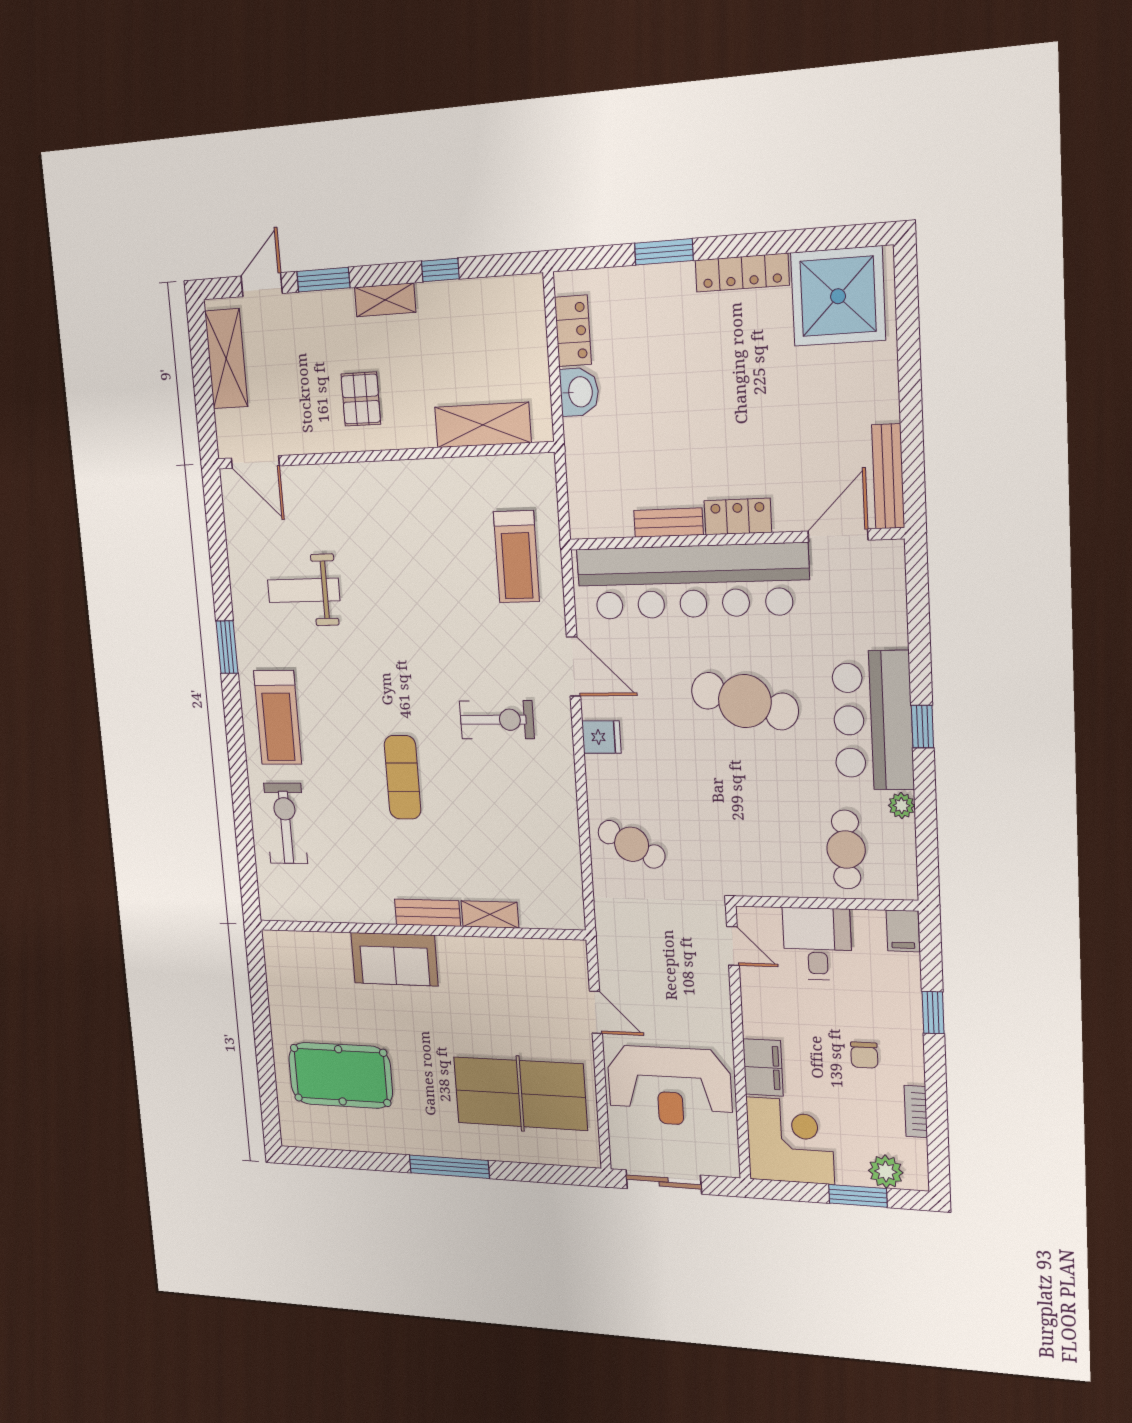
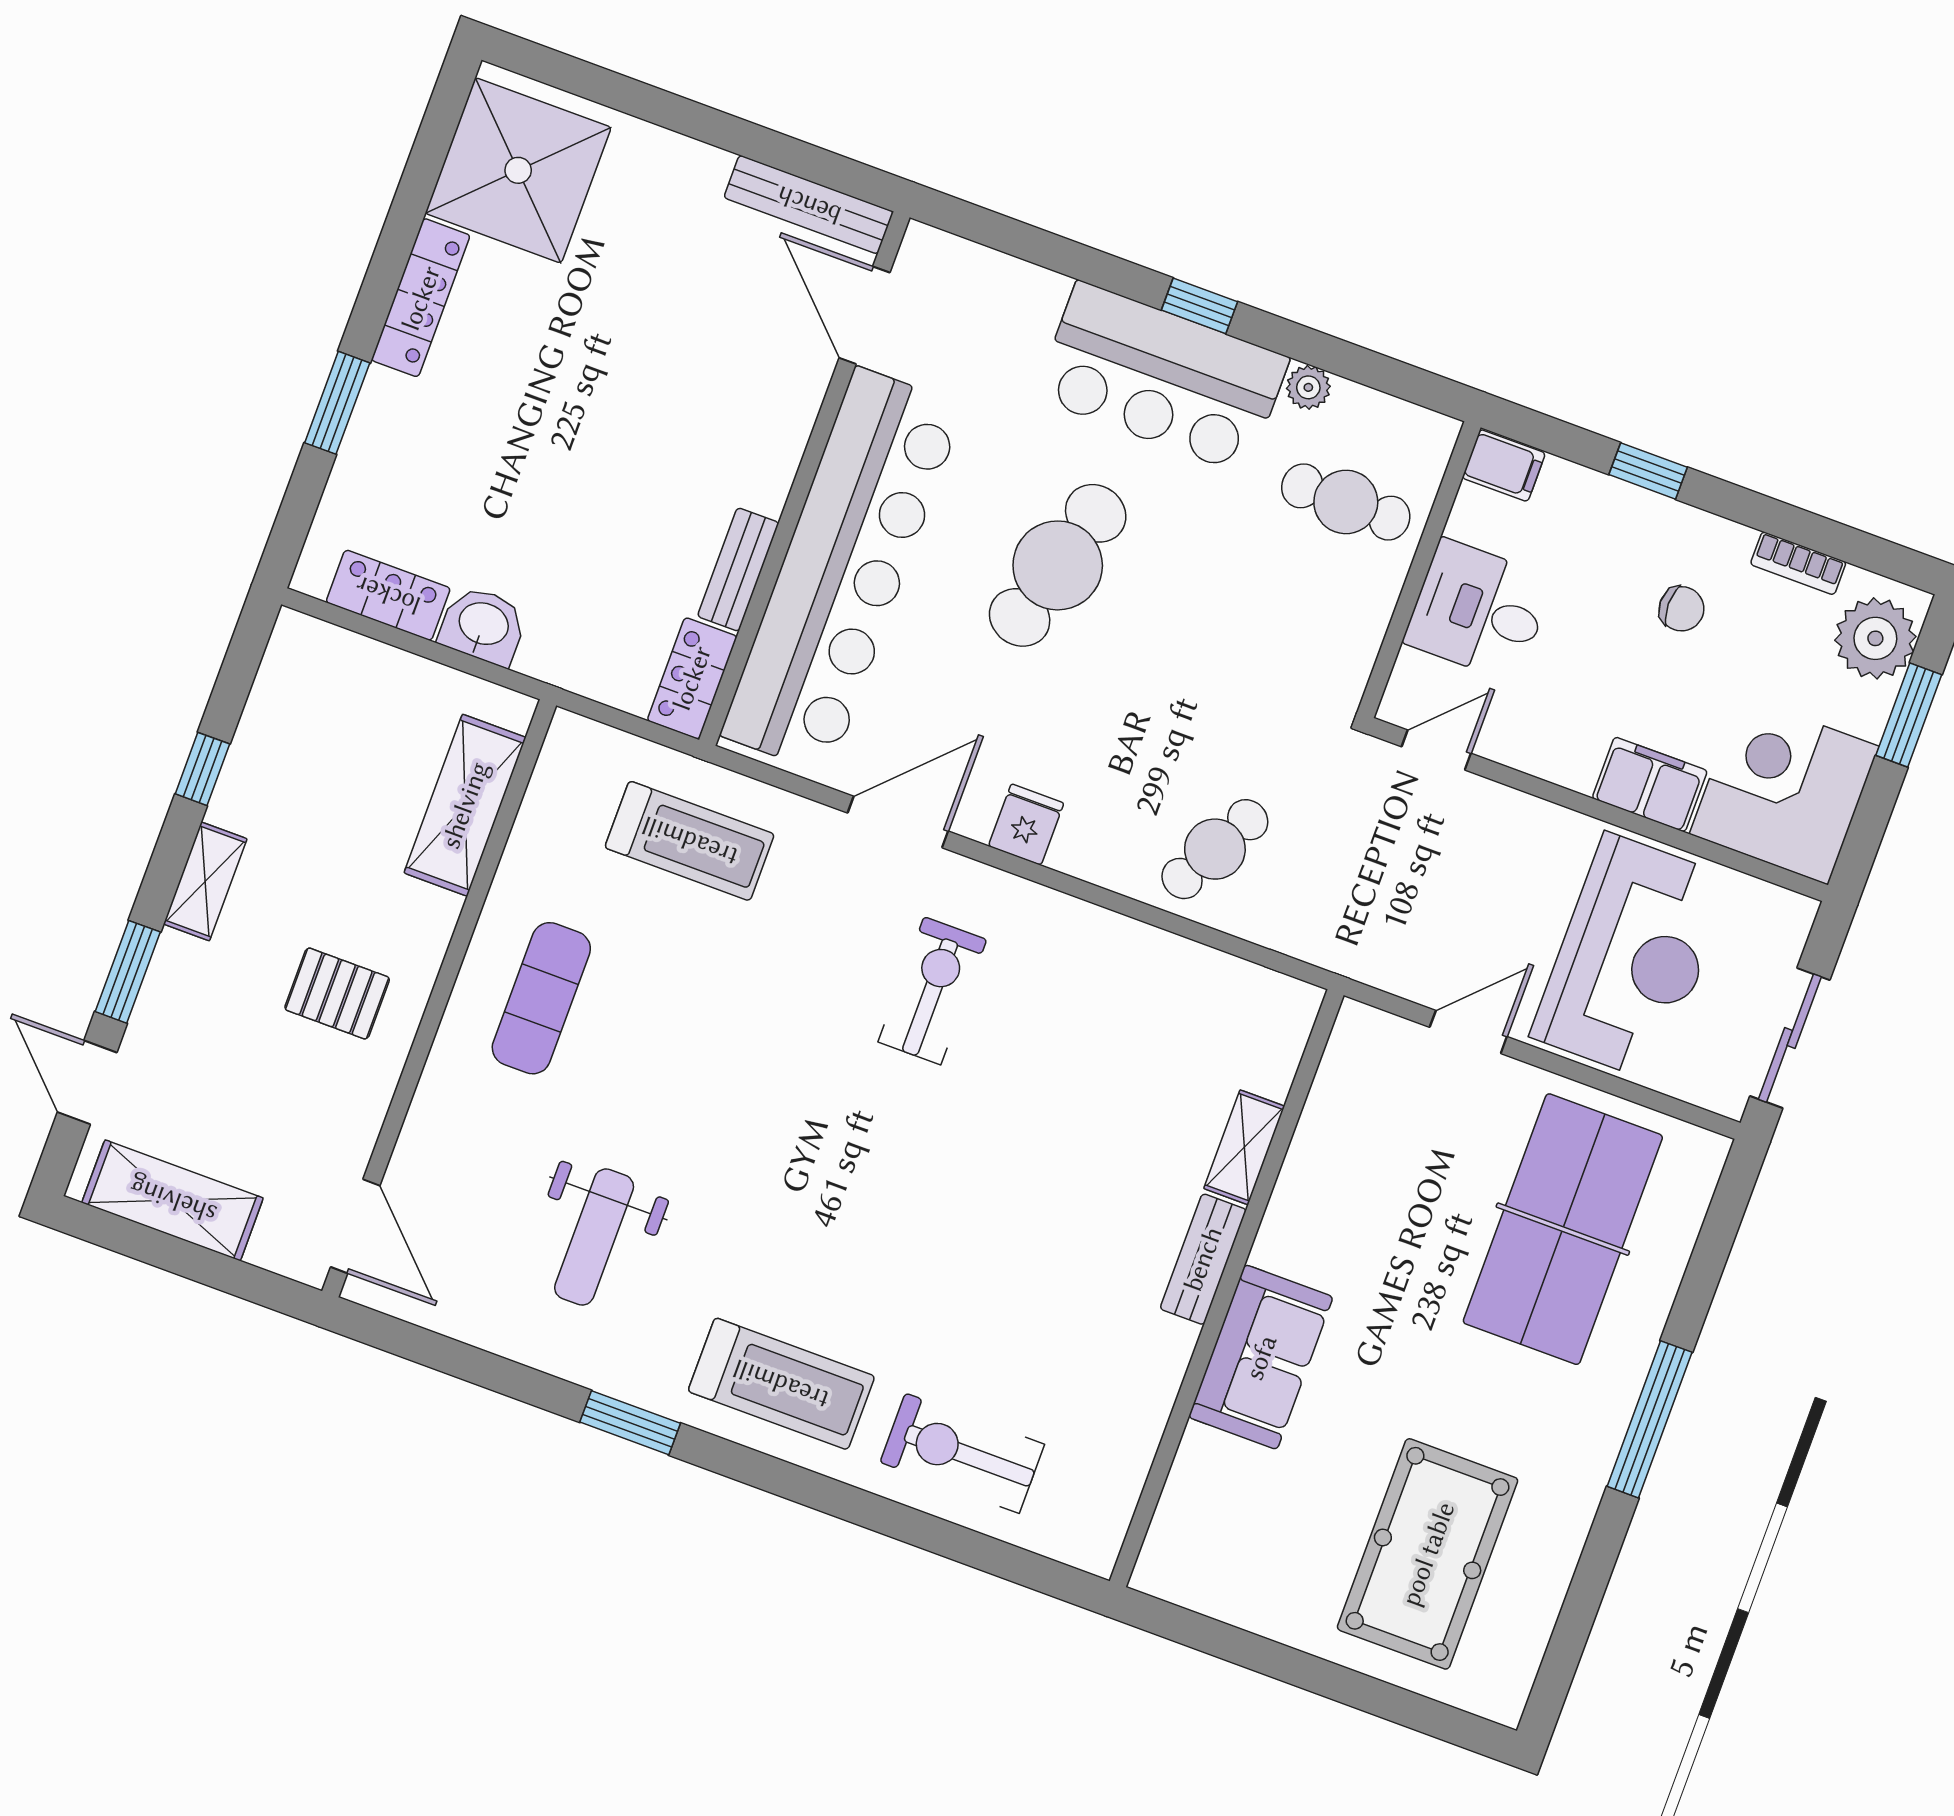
door: (255, 462) -> (355, 1226), hinge flipped
locker: (738, 516) -> (692, 678), moved
exercise mat: (403, 777) -> (541, 998), moved, turned 90
plant: (886, 1172) -> (1875, 638), width x1.36, depth x1.36

